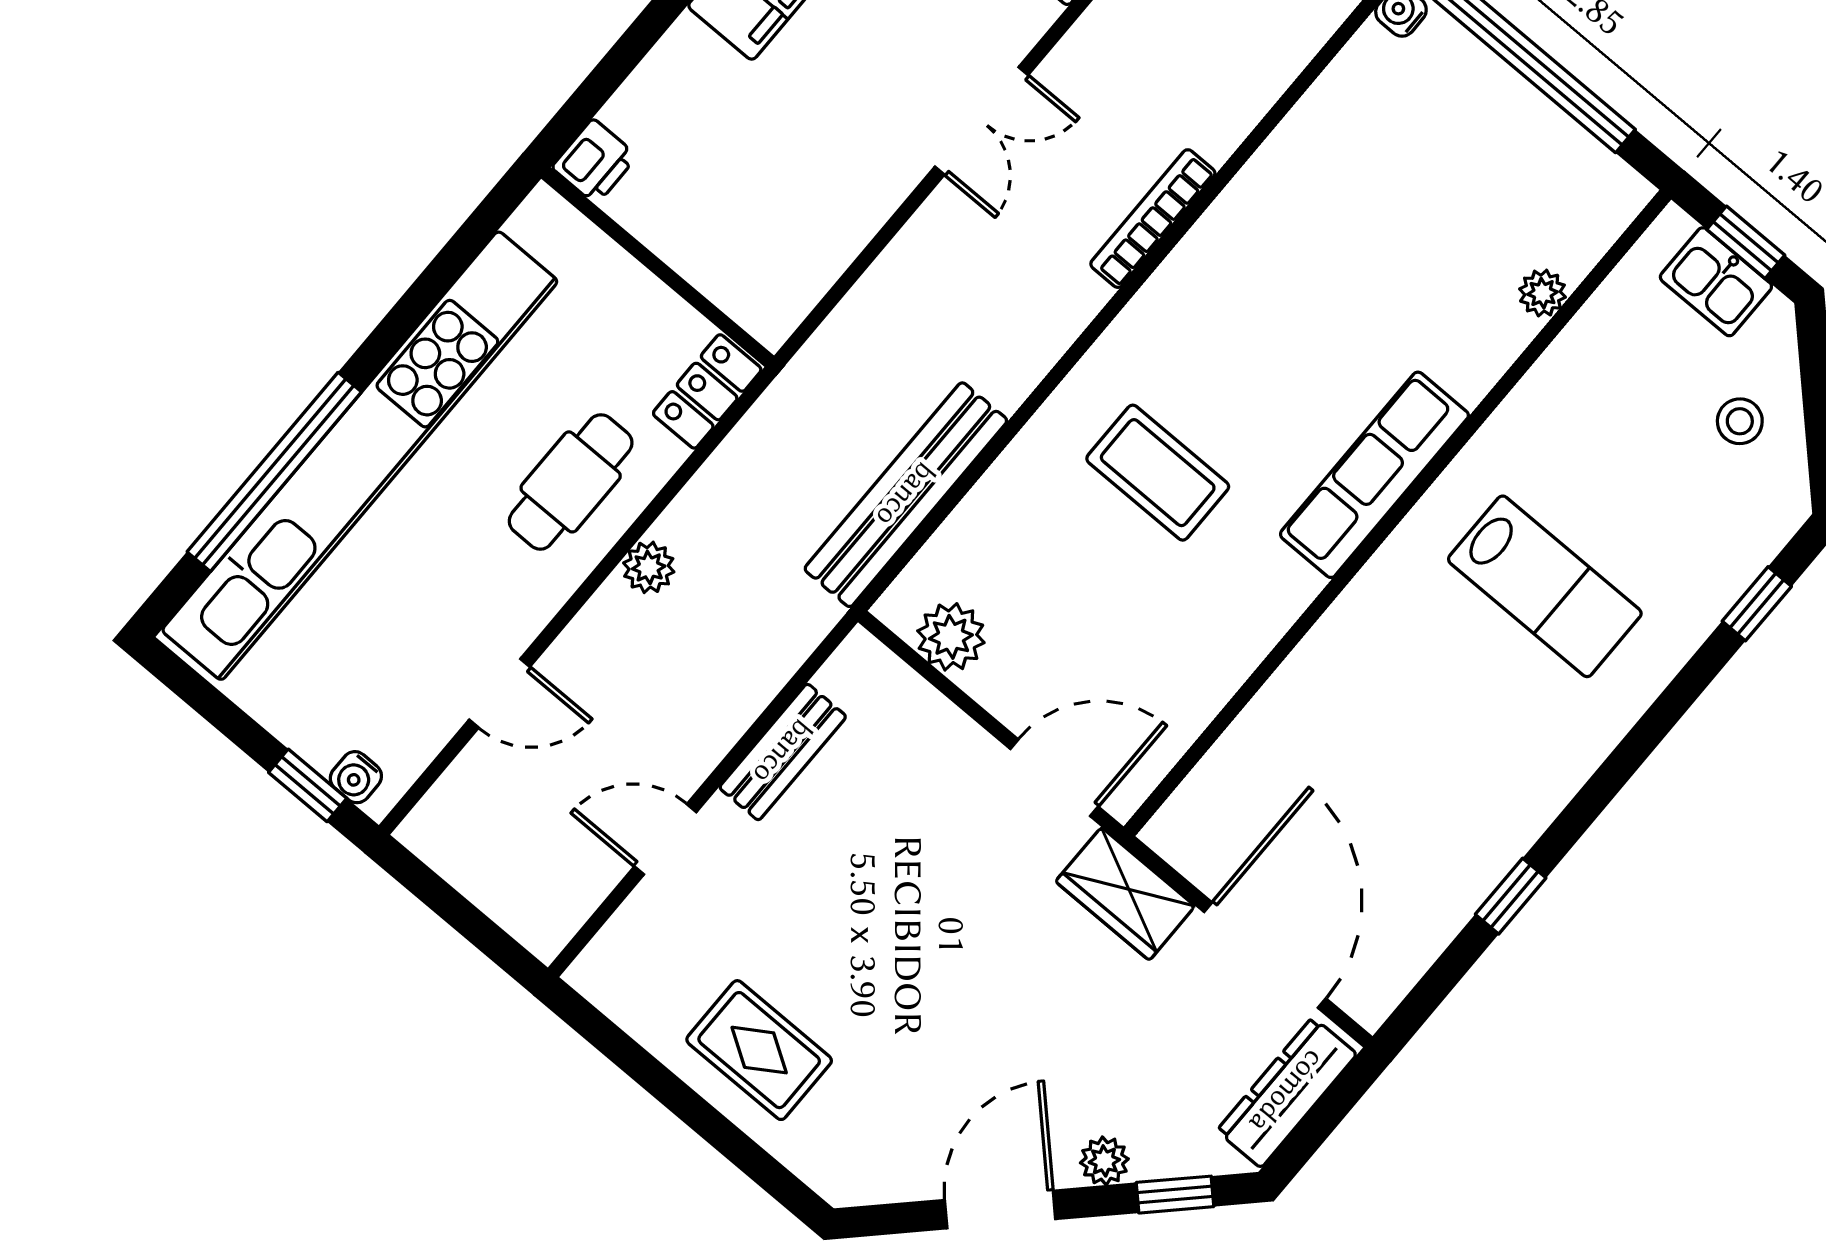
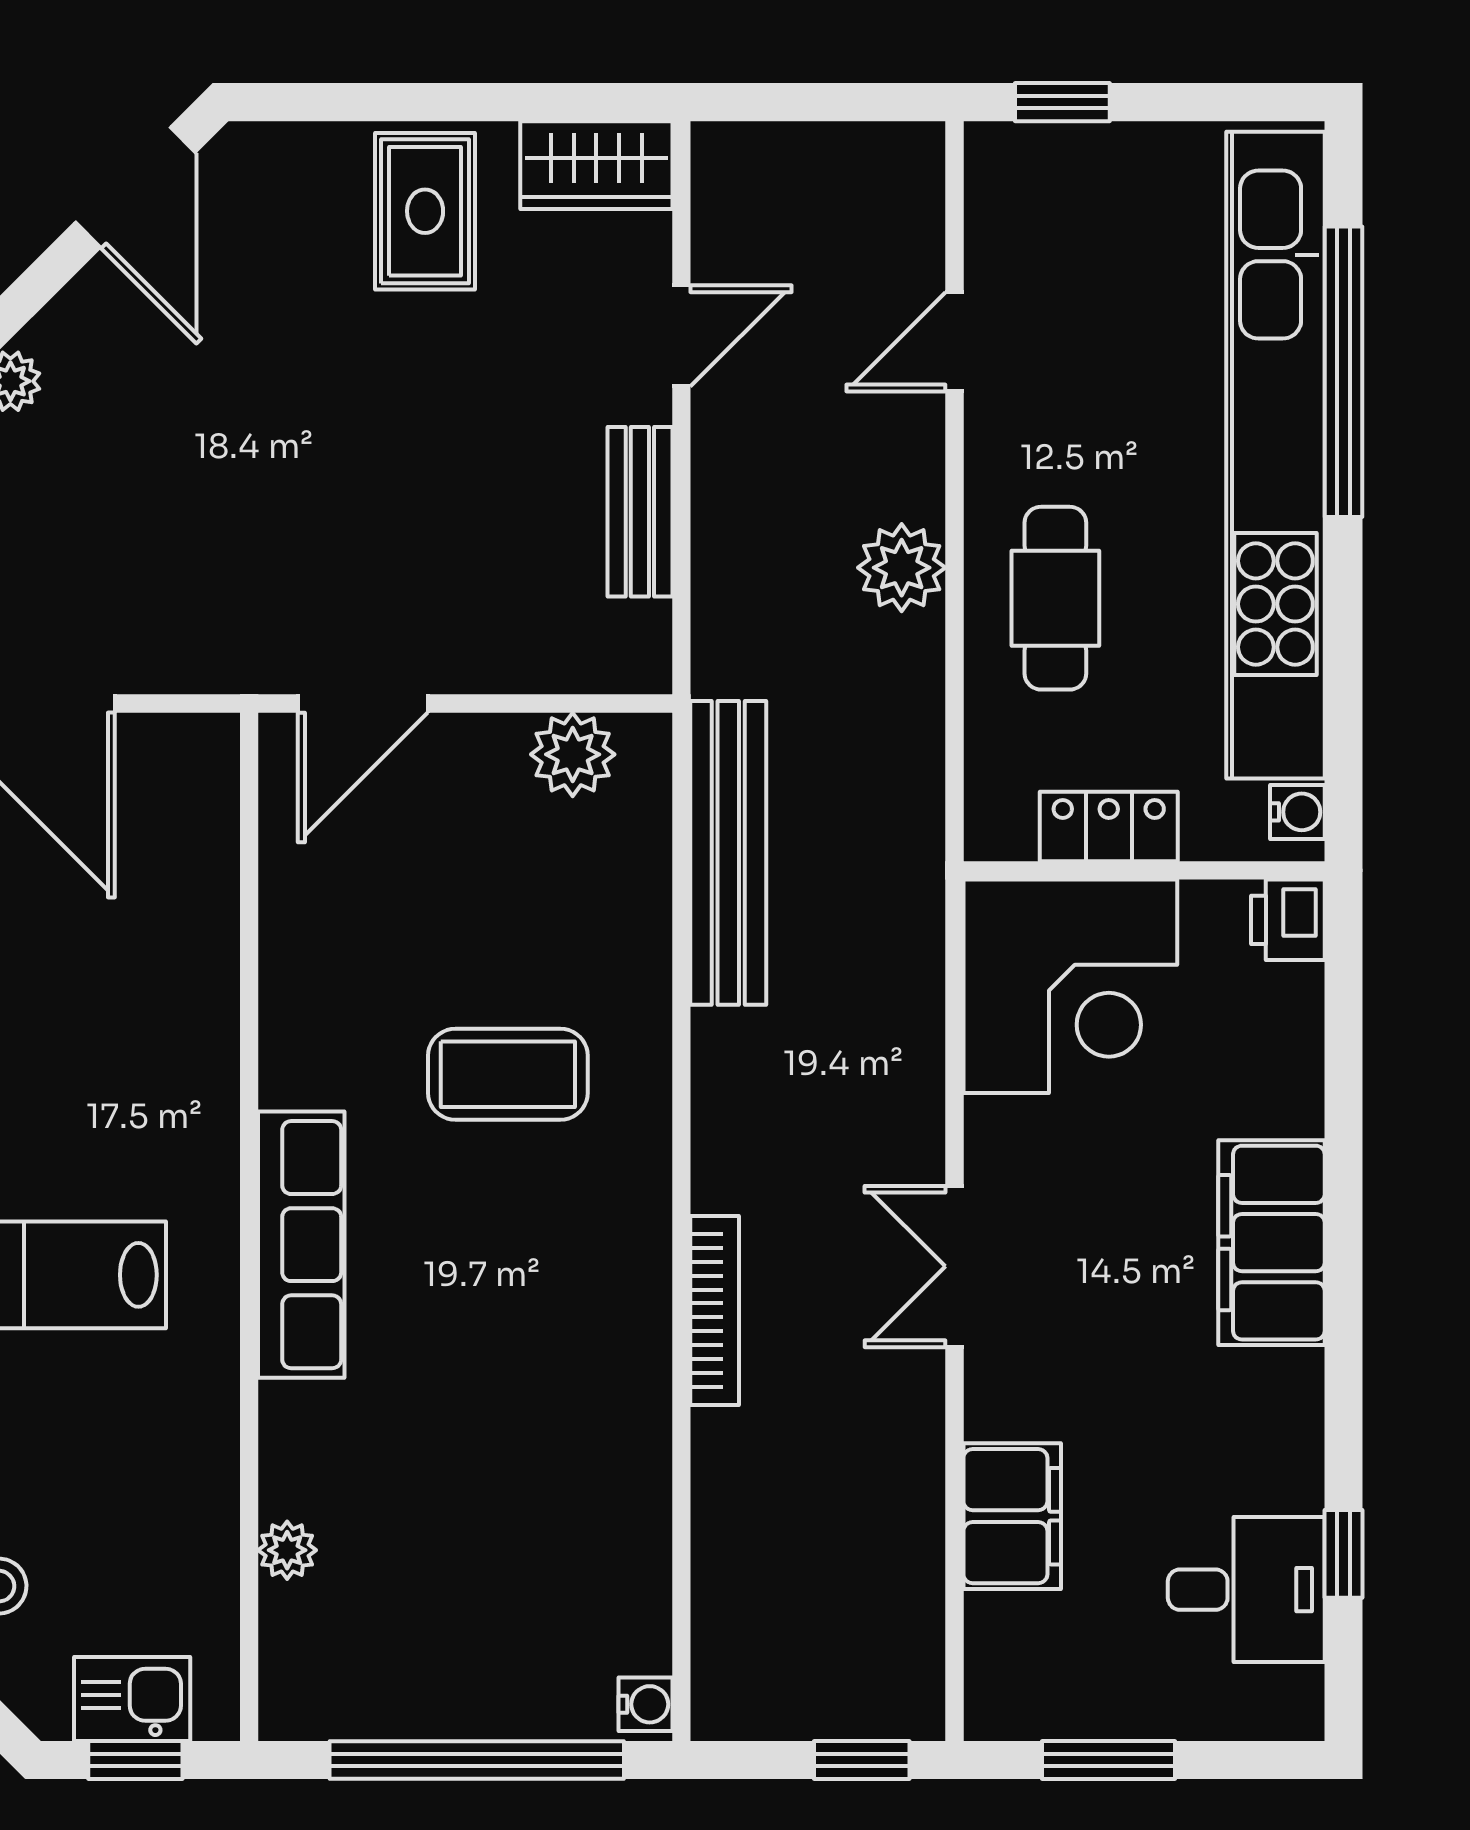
corner desk: (764, 234) -> (1070, 986), added
locker: (707, 391) -> (1109, 826), moved, turned -90
plant: (649, 567) -> (902, 568), width x1.38, depth x1.38
water cooler: (356, 777) -> (1297, 812), moved, turned 90
wardrobe: (1125, 894) -> (596, 165), moved, turned 180
rug: (759, 1050) -> (425, 211), turned 90
door: (1000, 1210) -> (135, 187), moved

